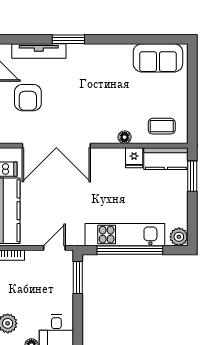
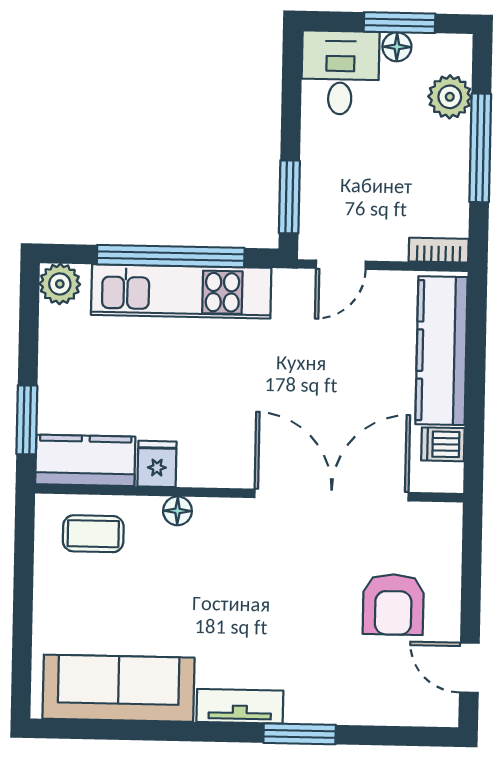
tv unit: (39, 51) -> (240, 706), moved, width x0.71
sofa: (158, 58) -> (118, 688), width x1.36
armchair: (28, 98) -> (393, 604), turned 180

